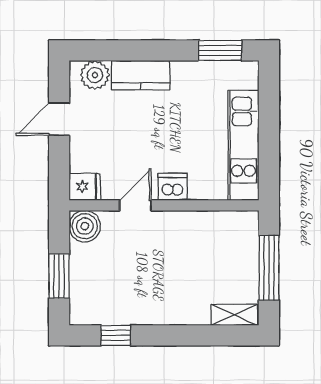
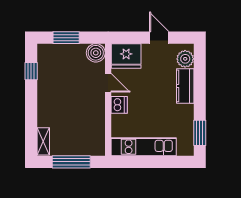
fridge: (85, 187) -> (126, 56), width x1.88, depth x1.34

